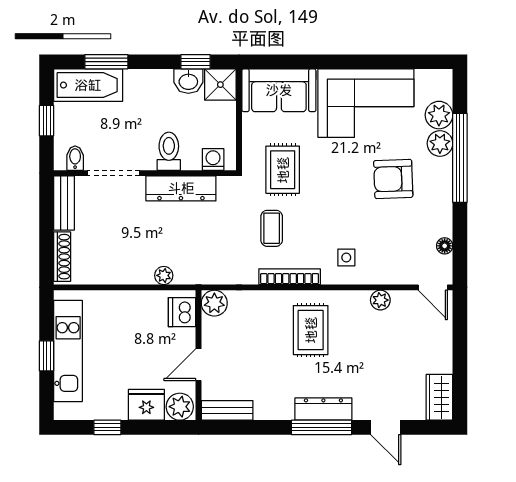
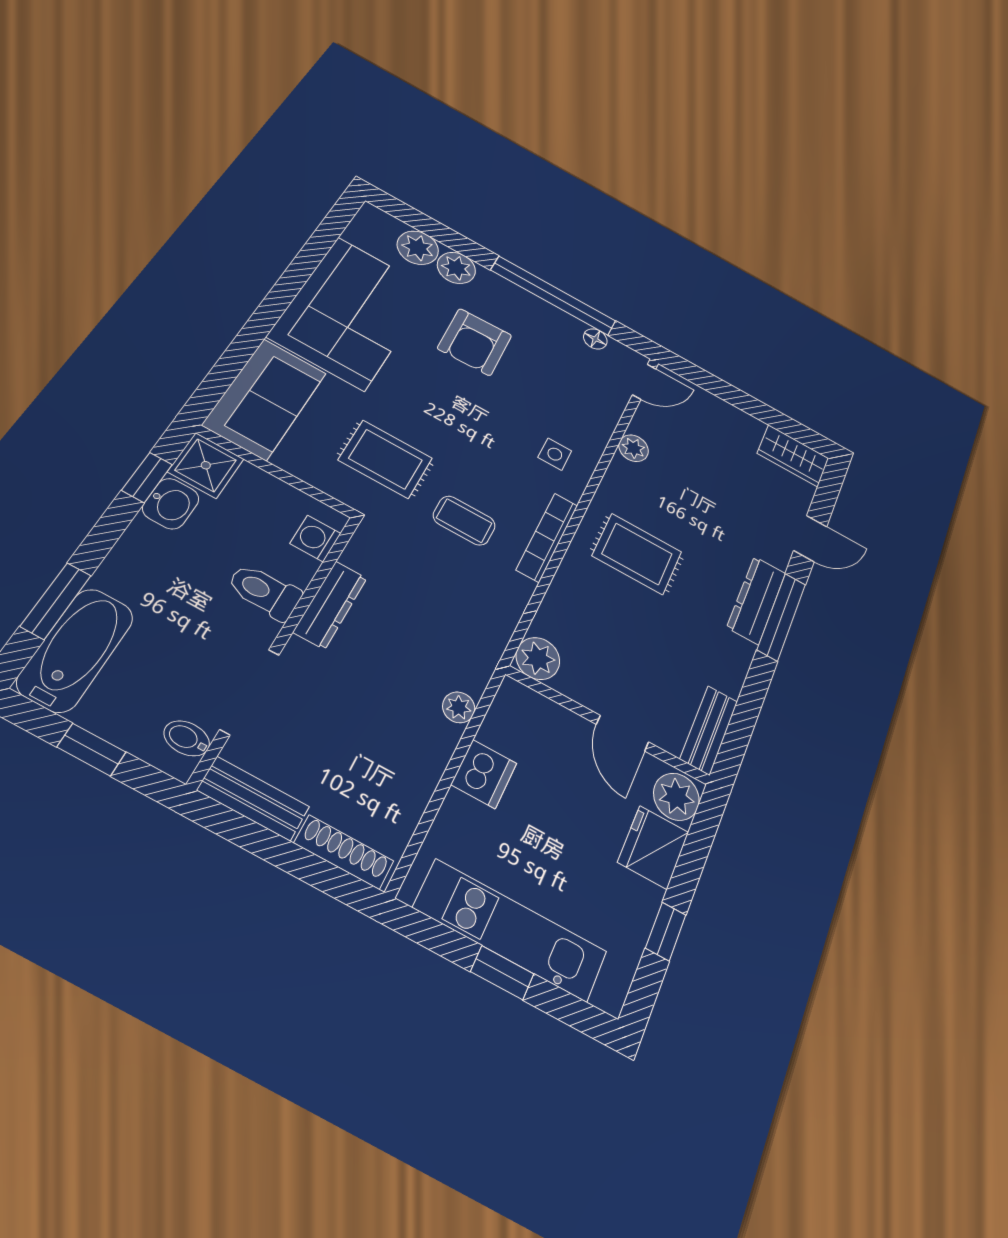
window: (460, 158) -> (553, 296), moved
dresser: (181, 188) -> (330, 605), width x0.73, depth x0.80
dishwasher: (182, 312) -> (484, 774), moved, turned -90

